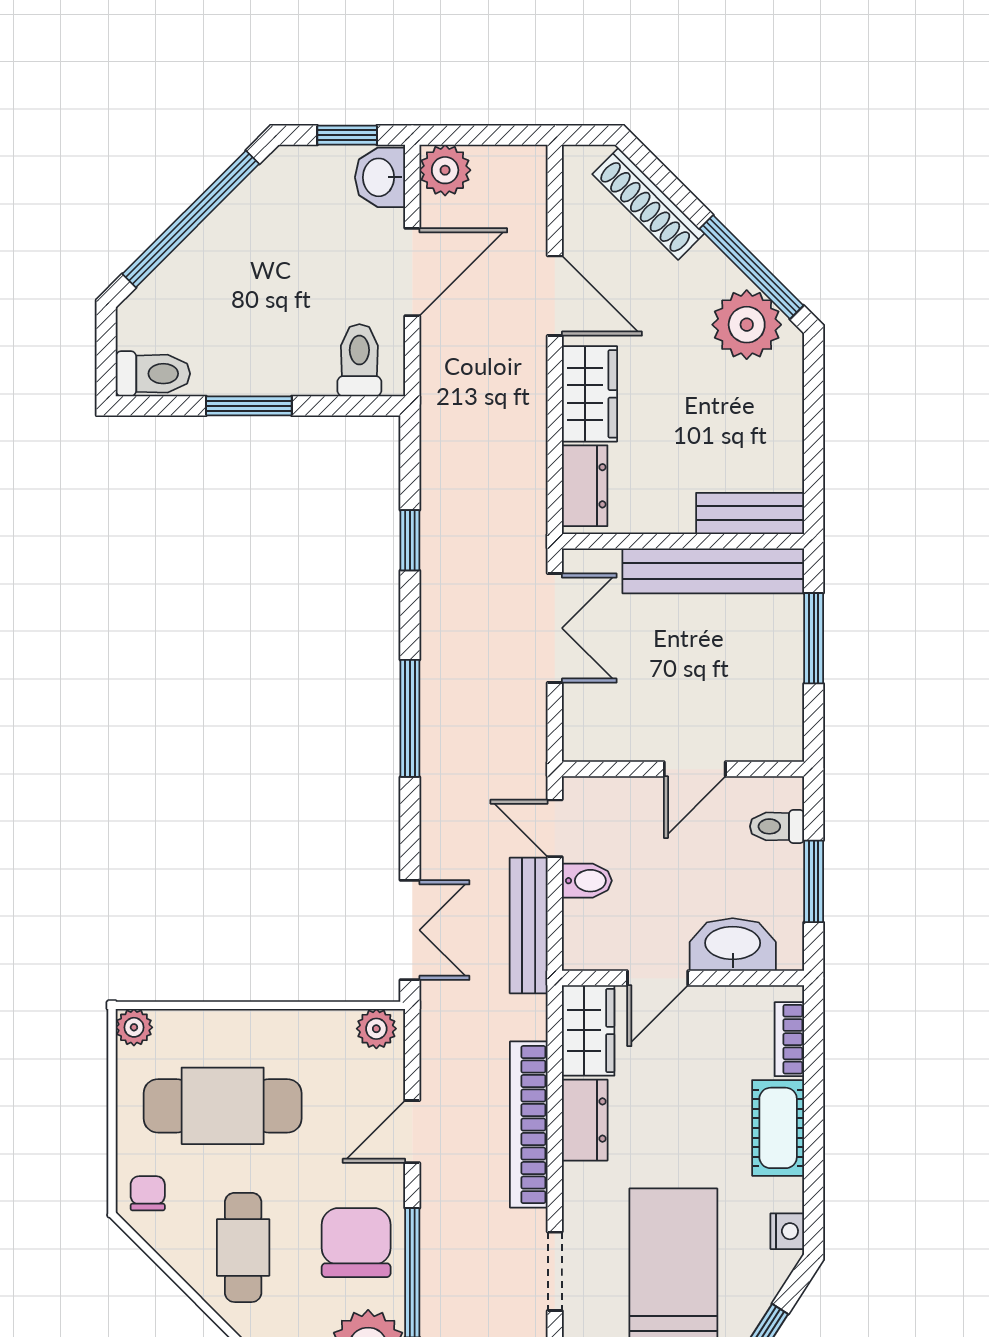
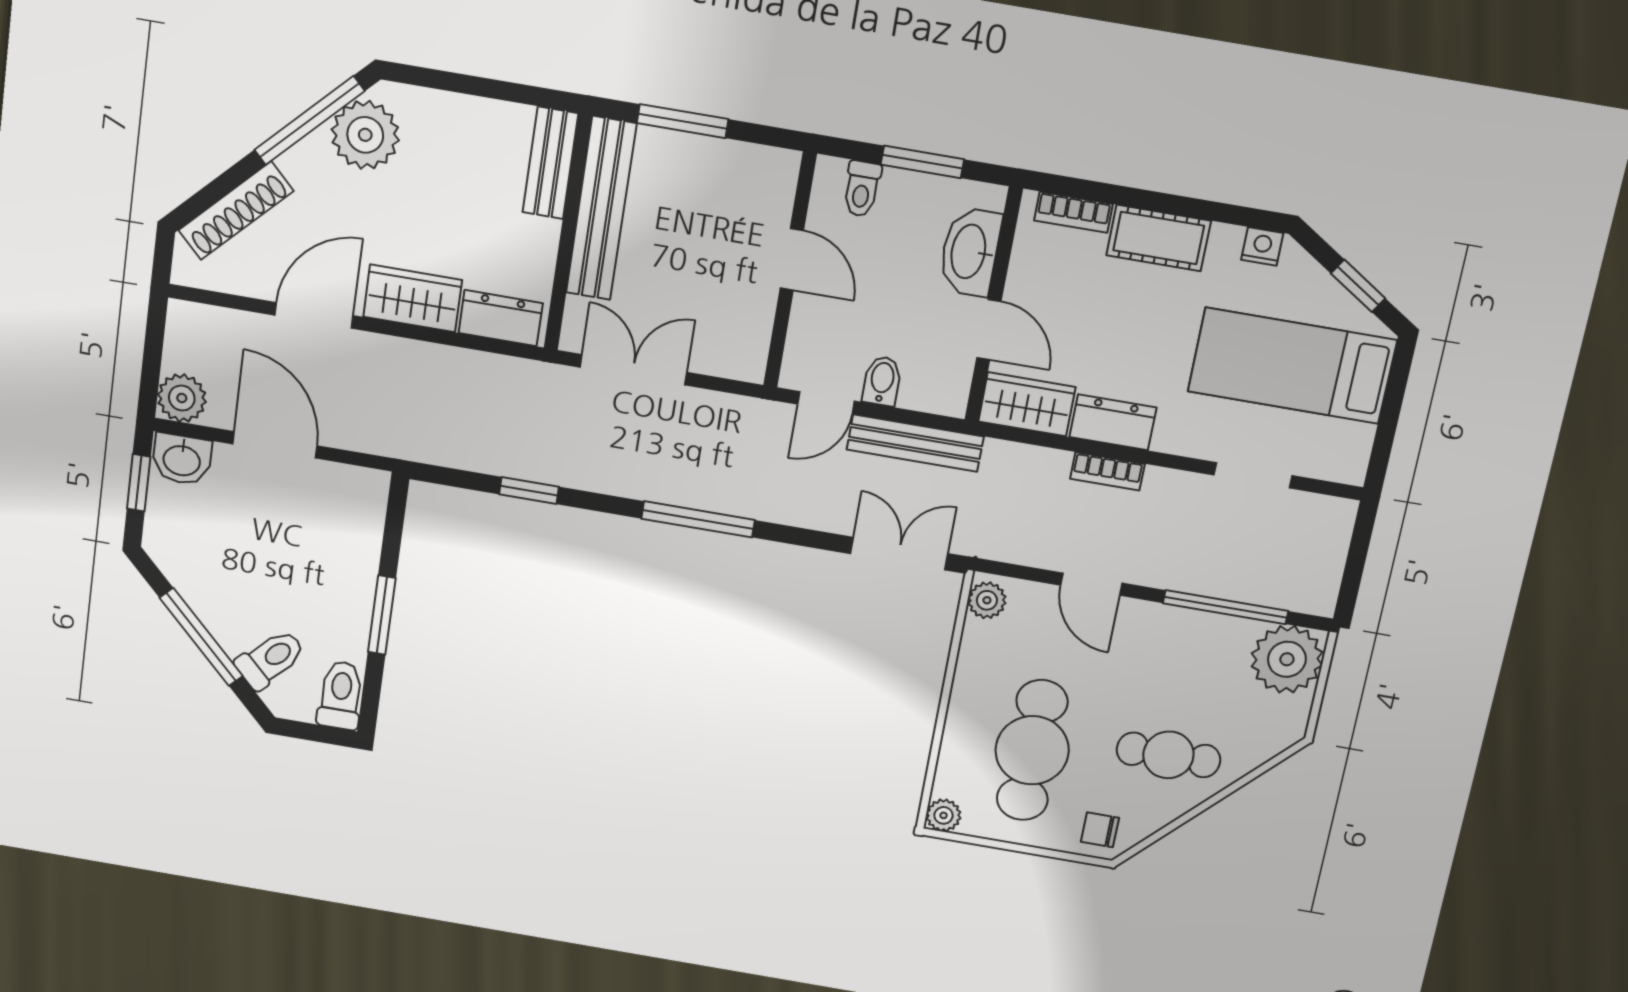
window: (191, 219) -> (201, 637), width x0.68
toilet: (359, 360) -> (270, 659), moved, turned 135
bookcase: (529, 1125) -> (1107, 471), width x0.43, depth x0.76
chair: (356, 1243) -> (1186, 653), removed

